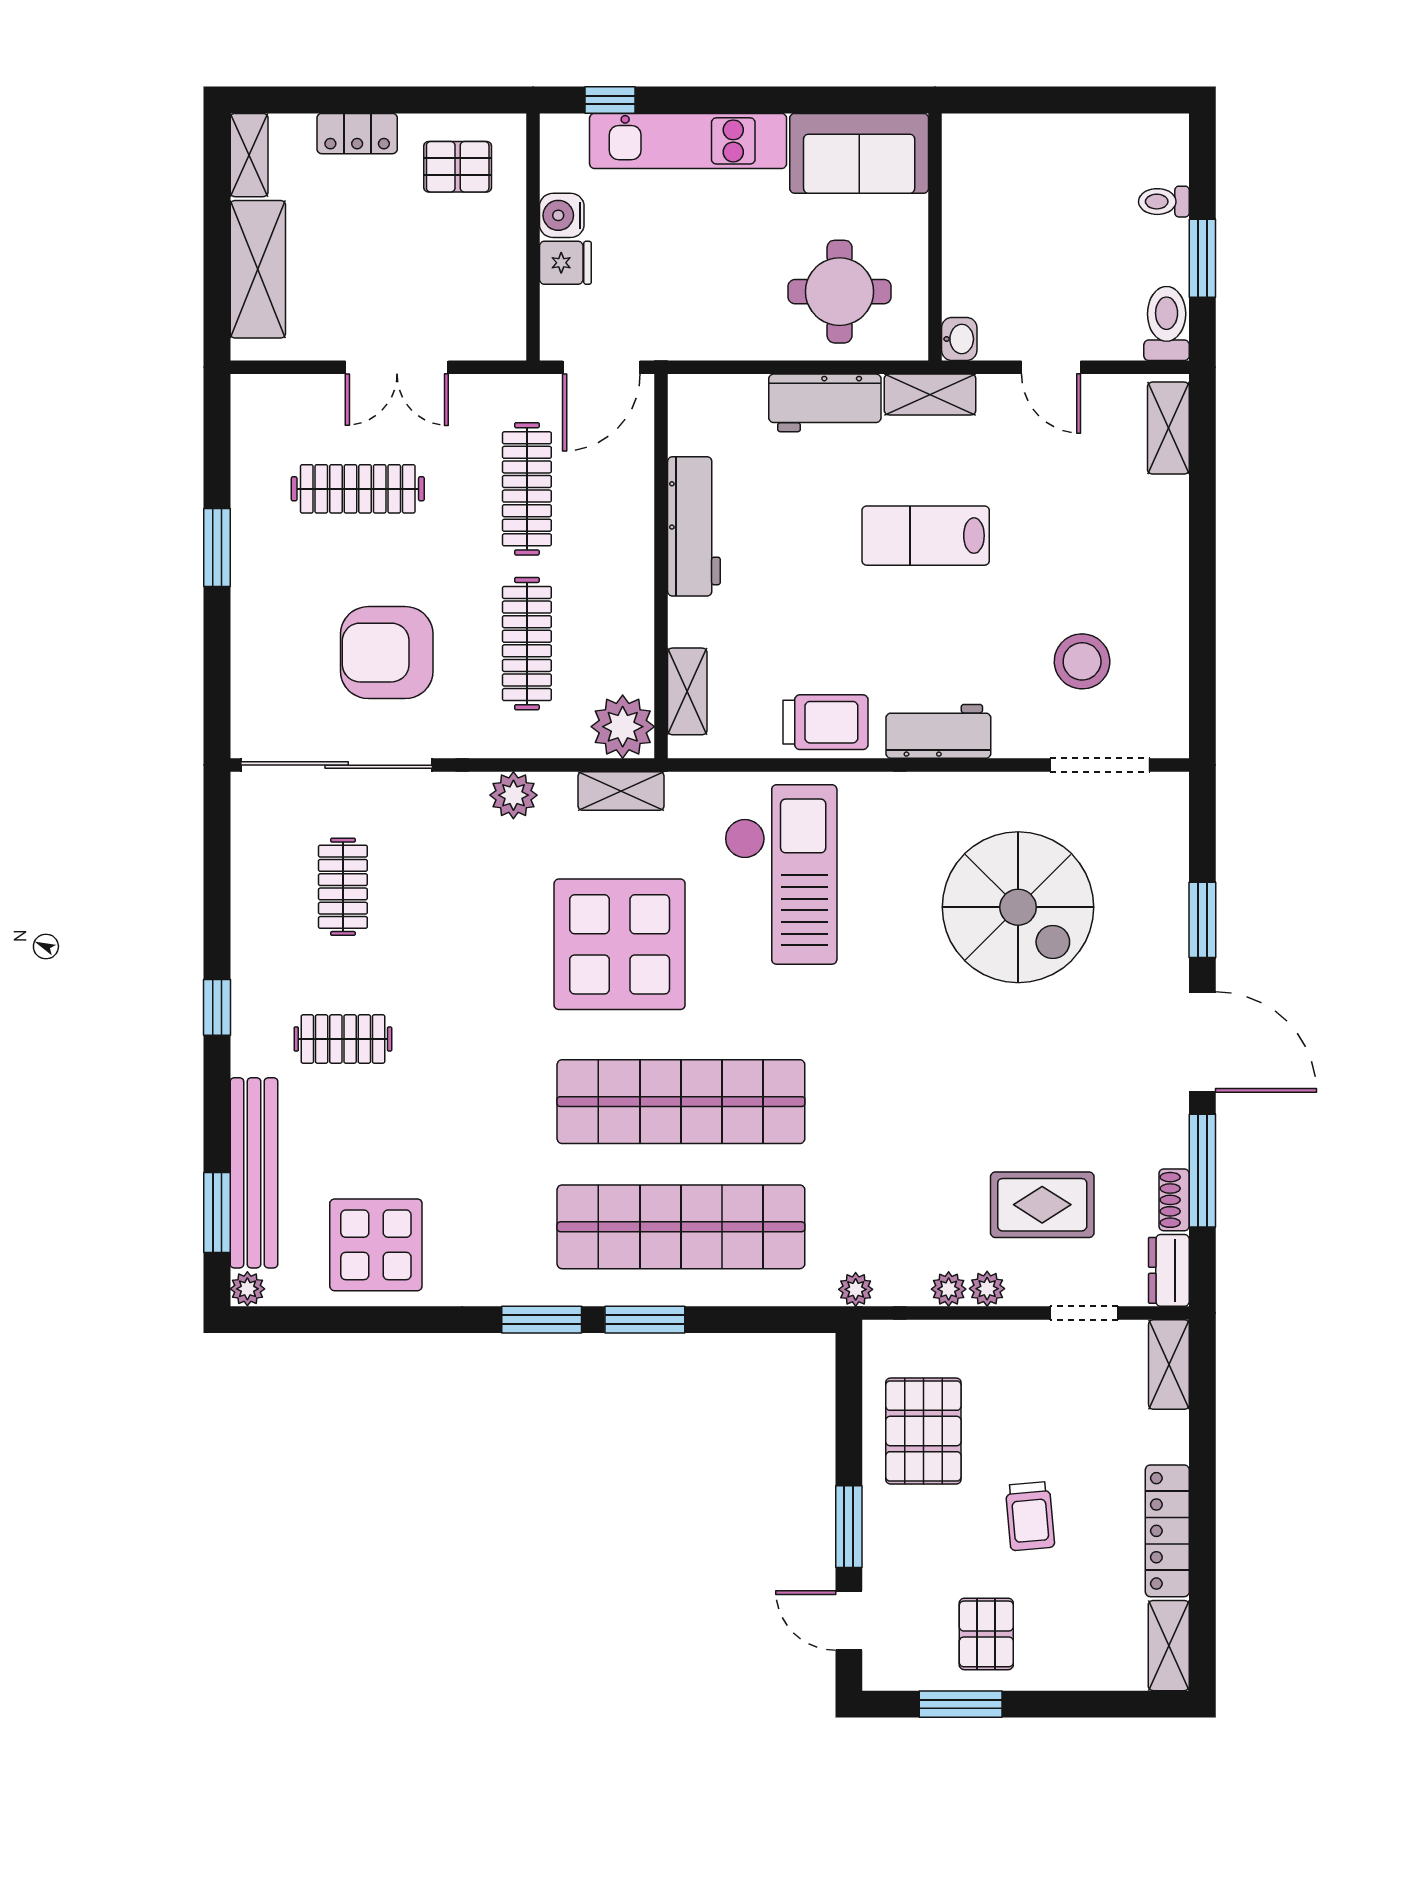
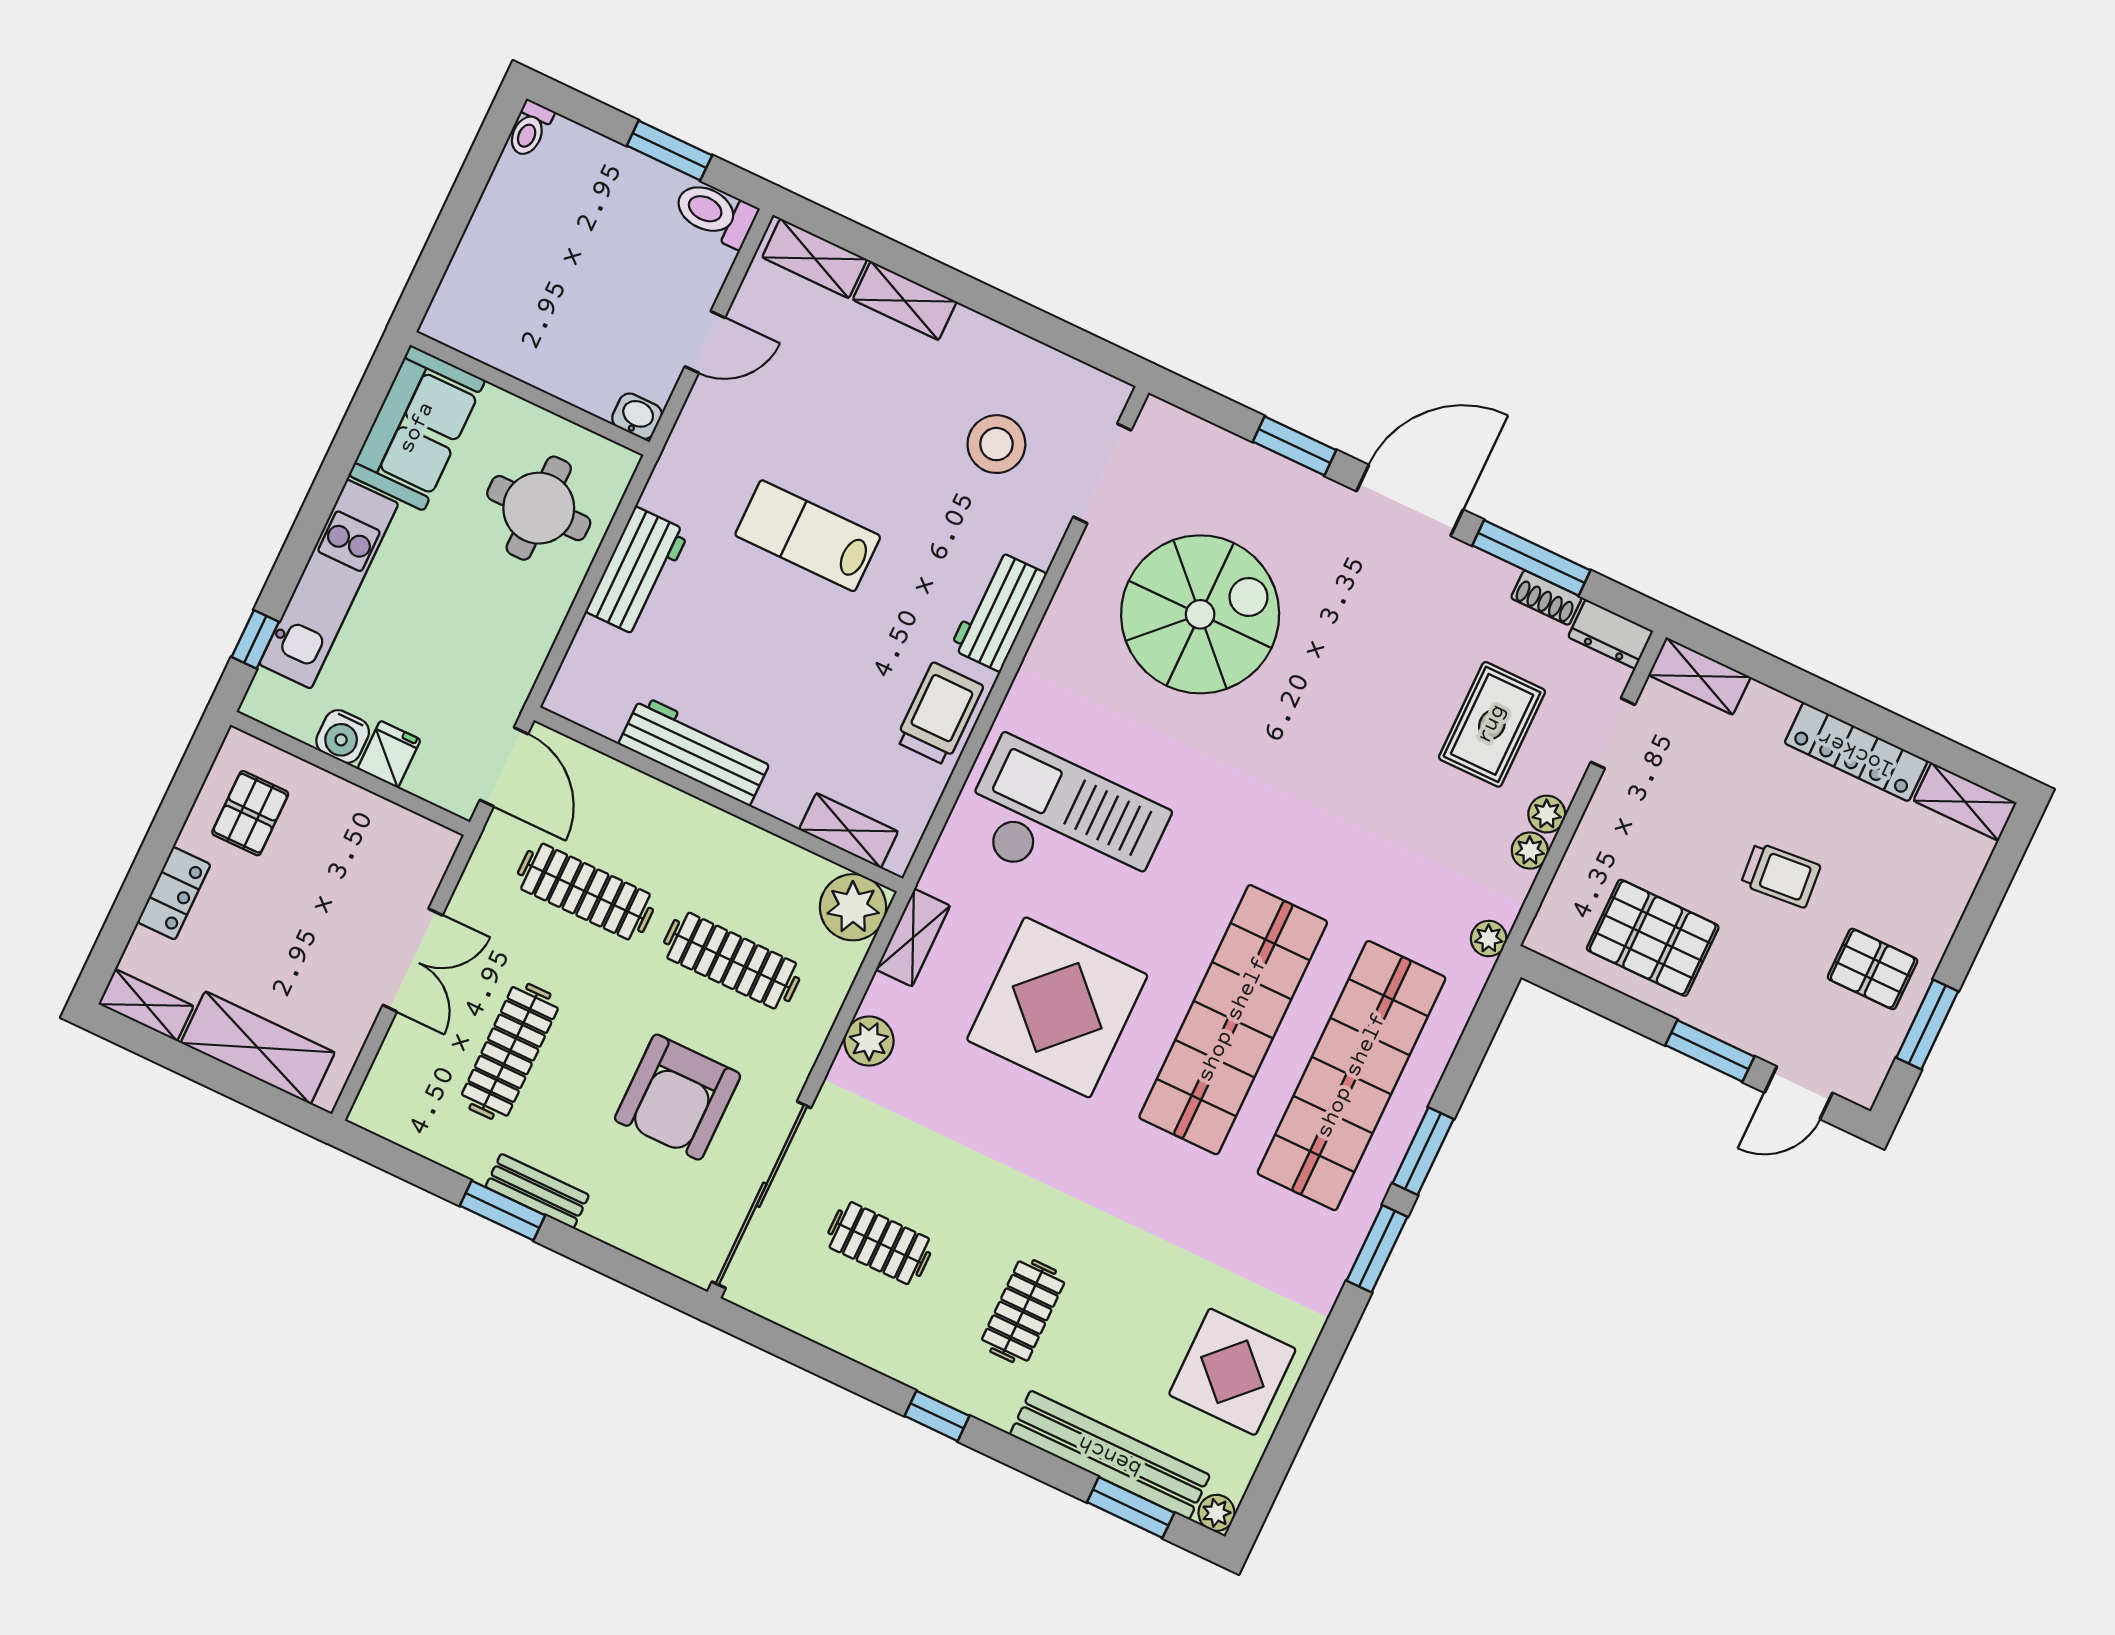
toilet: (1164, 202) -> (530, 129), moved
shelving: (930, 395) -> (905, 301), moved, turned 90
lab bench: (926, 536) -> (808, 536), turned 90
bench: (248, 570) -> (537, 1191), added

